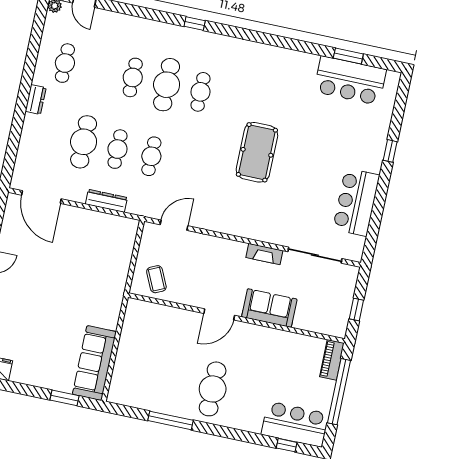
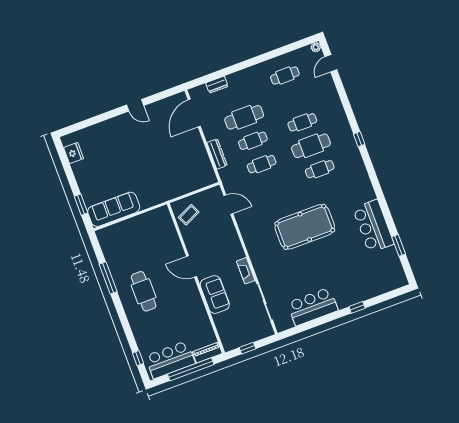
bar counter: (350, 81) -> (373, 226), moved
dresser: (36, 99) -> (217, 85), moved
pool table: (257, 152) -> (305, 227), width x1.36, depth x1.32
cafe table: (213, 389) -> (144, 291), turned 90
bar counter: (295, 424) -> (170, 360), moved, turned -90

